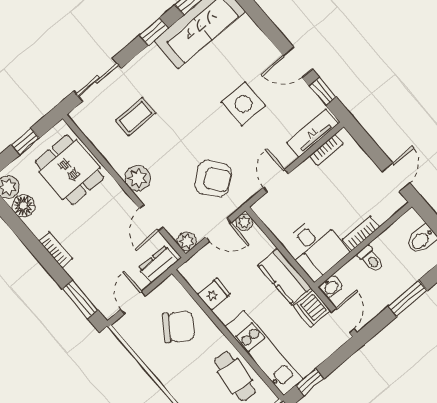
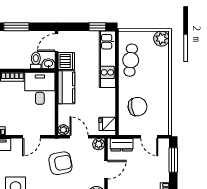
armchair: (213, 179) -> (60, 163), turned 117
toilet: (371, 259) -> (36, 61), moved
fridge: (214, 294) -> (107, 124), moved
door: (133, 303) -> (149, 137), hinge flipped
chair: (178, 327) -> (137, 107), turned 135

